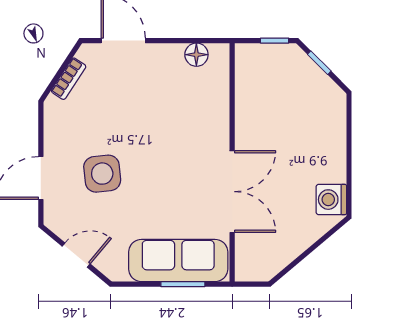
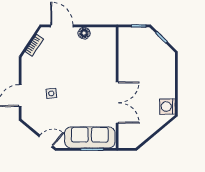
floor lamp: (196, 55) -> (84, 33), moved
side table: (102, 174) -> (51, 93), width x0.54, depth x0.54
door: (76, 255) -> (46, 141), moved

